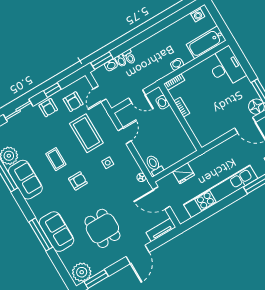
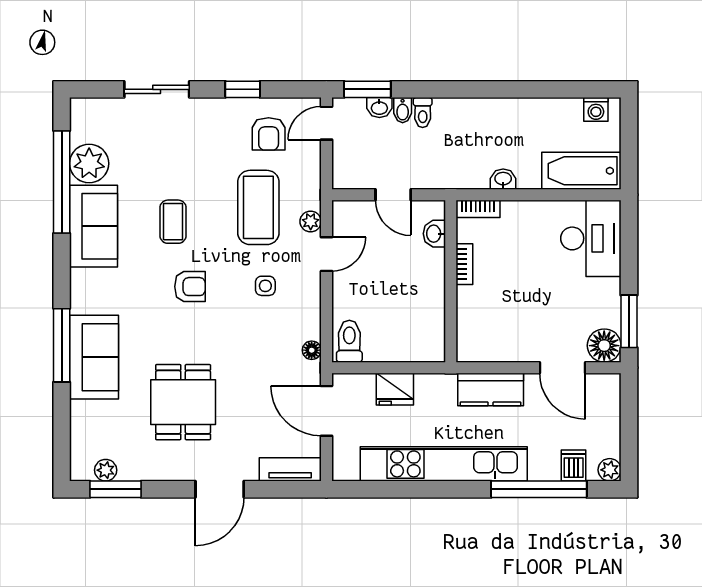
door: (100, 94) -> (326, 123), moved
armchair: (48, 108) -> (216, 118), removed
plant: (110, 127) -> (311, 221), added
kitchen counter: (222, 151) -> (491, 389), added
plant: (82, 272) -> (106, 470), width x0.53, depth x0.53

